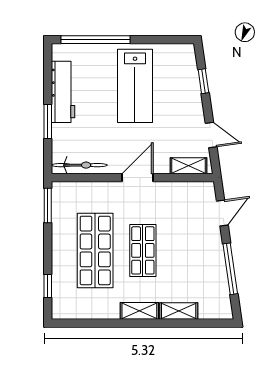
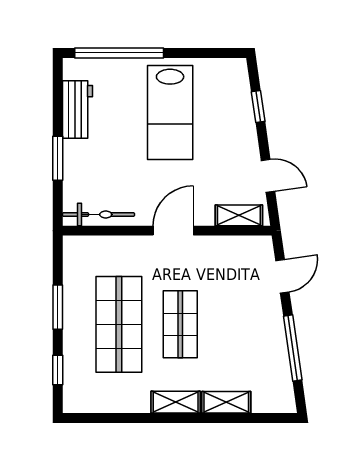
workbench: (63, 92) -> (77, 110), width x0.73
window: (48, 205) -> (58, 307), moved

